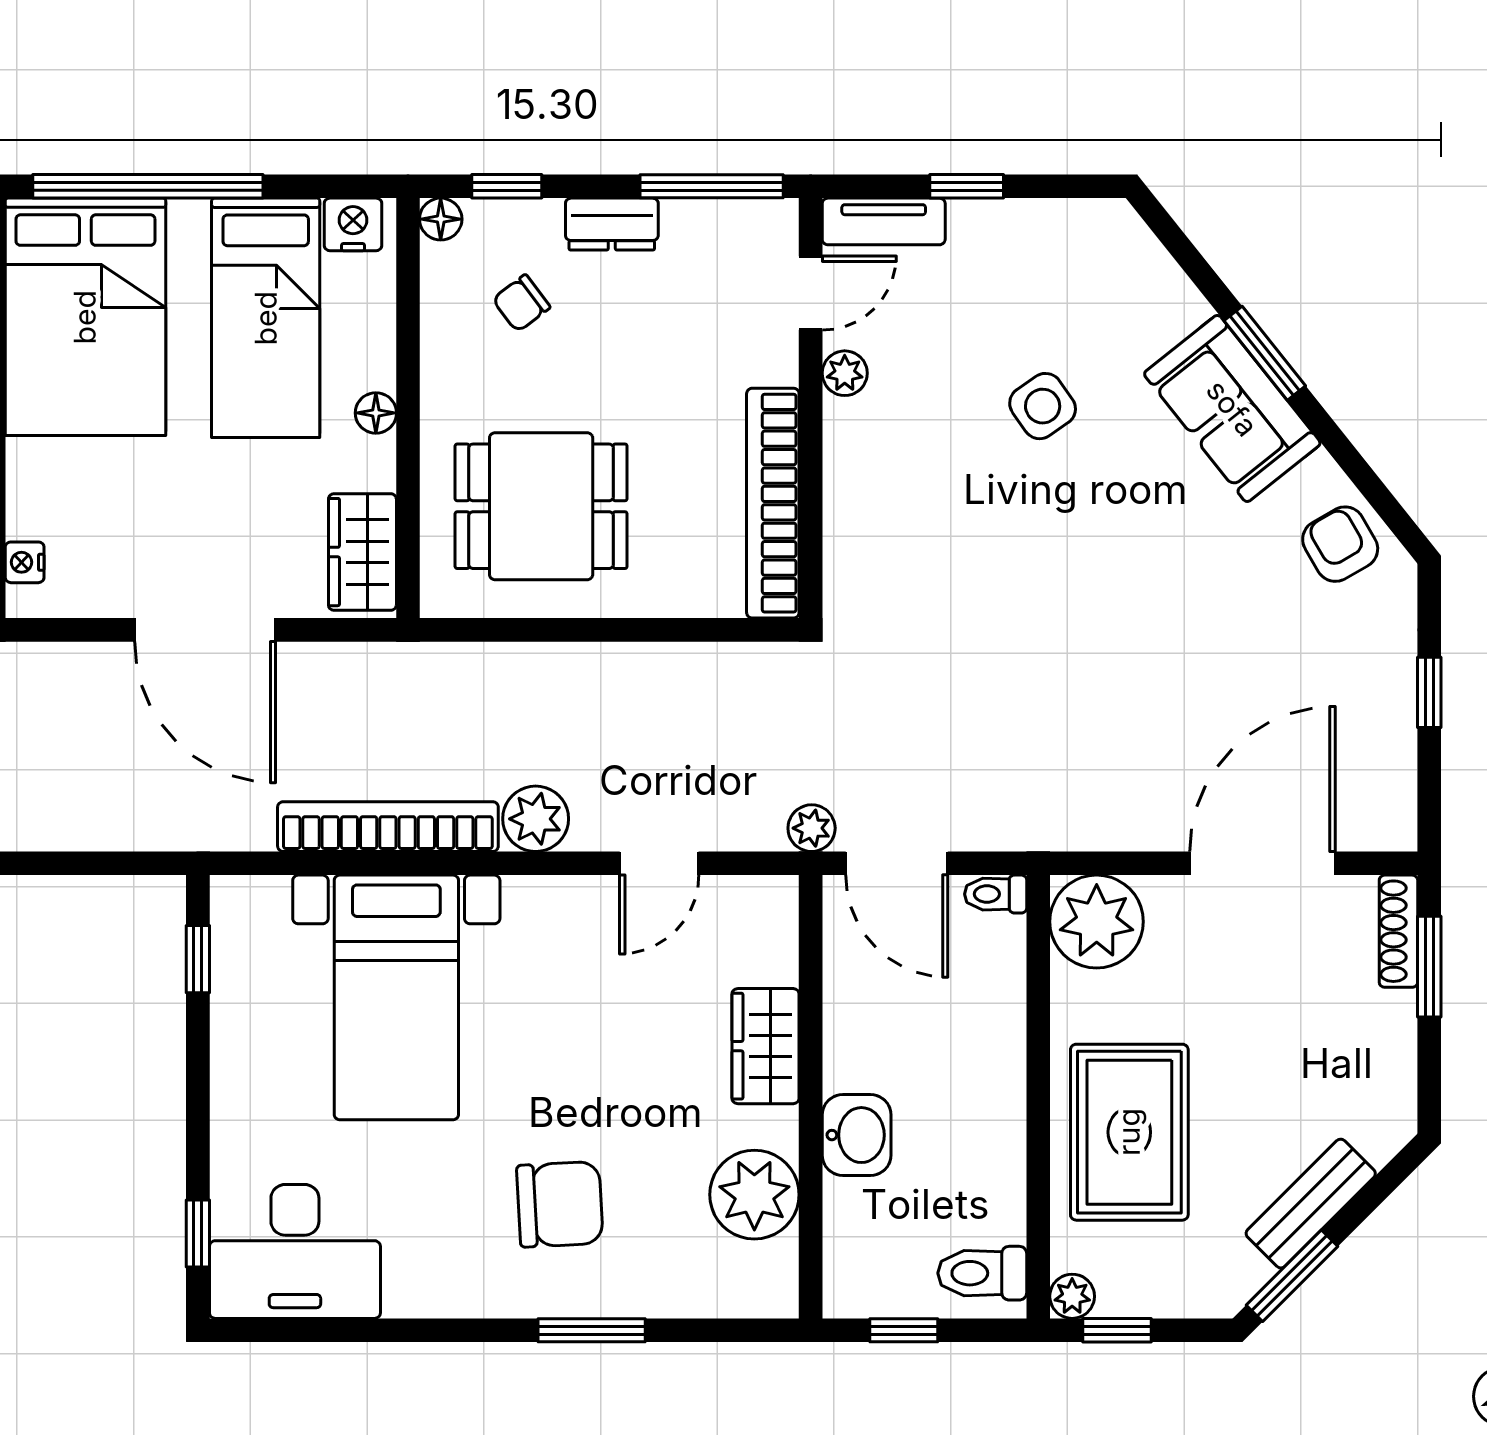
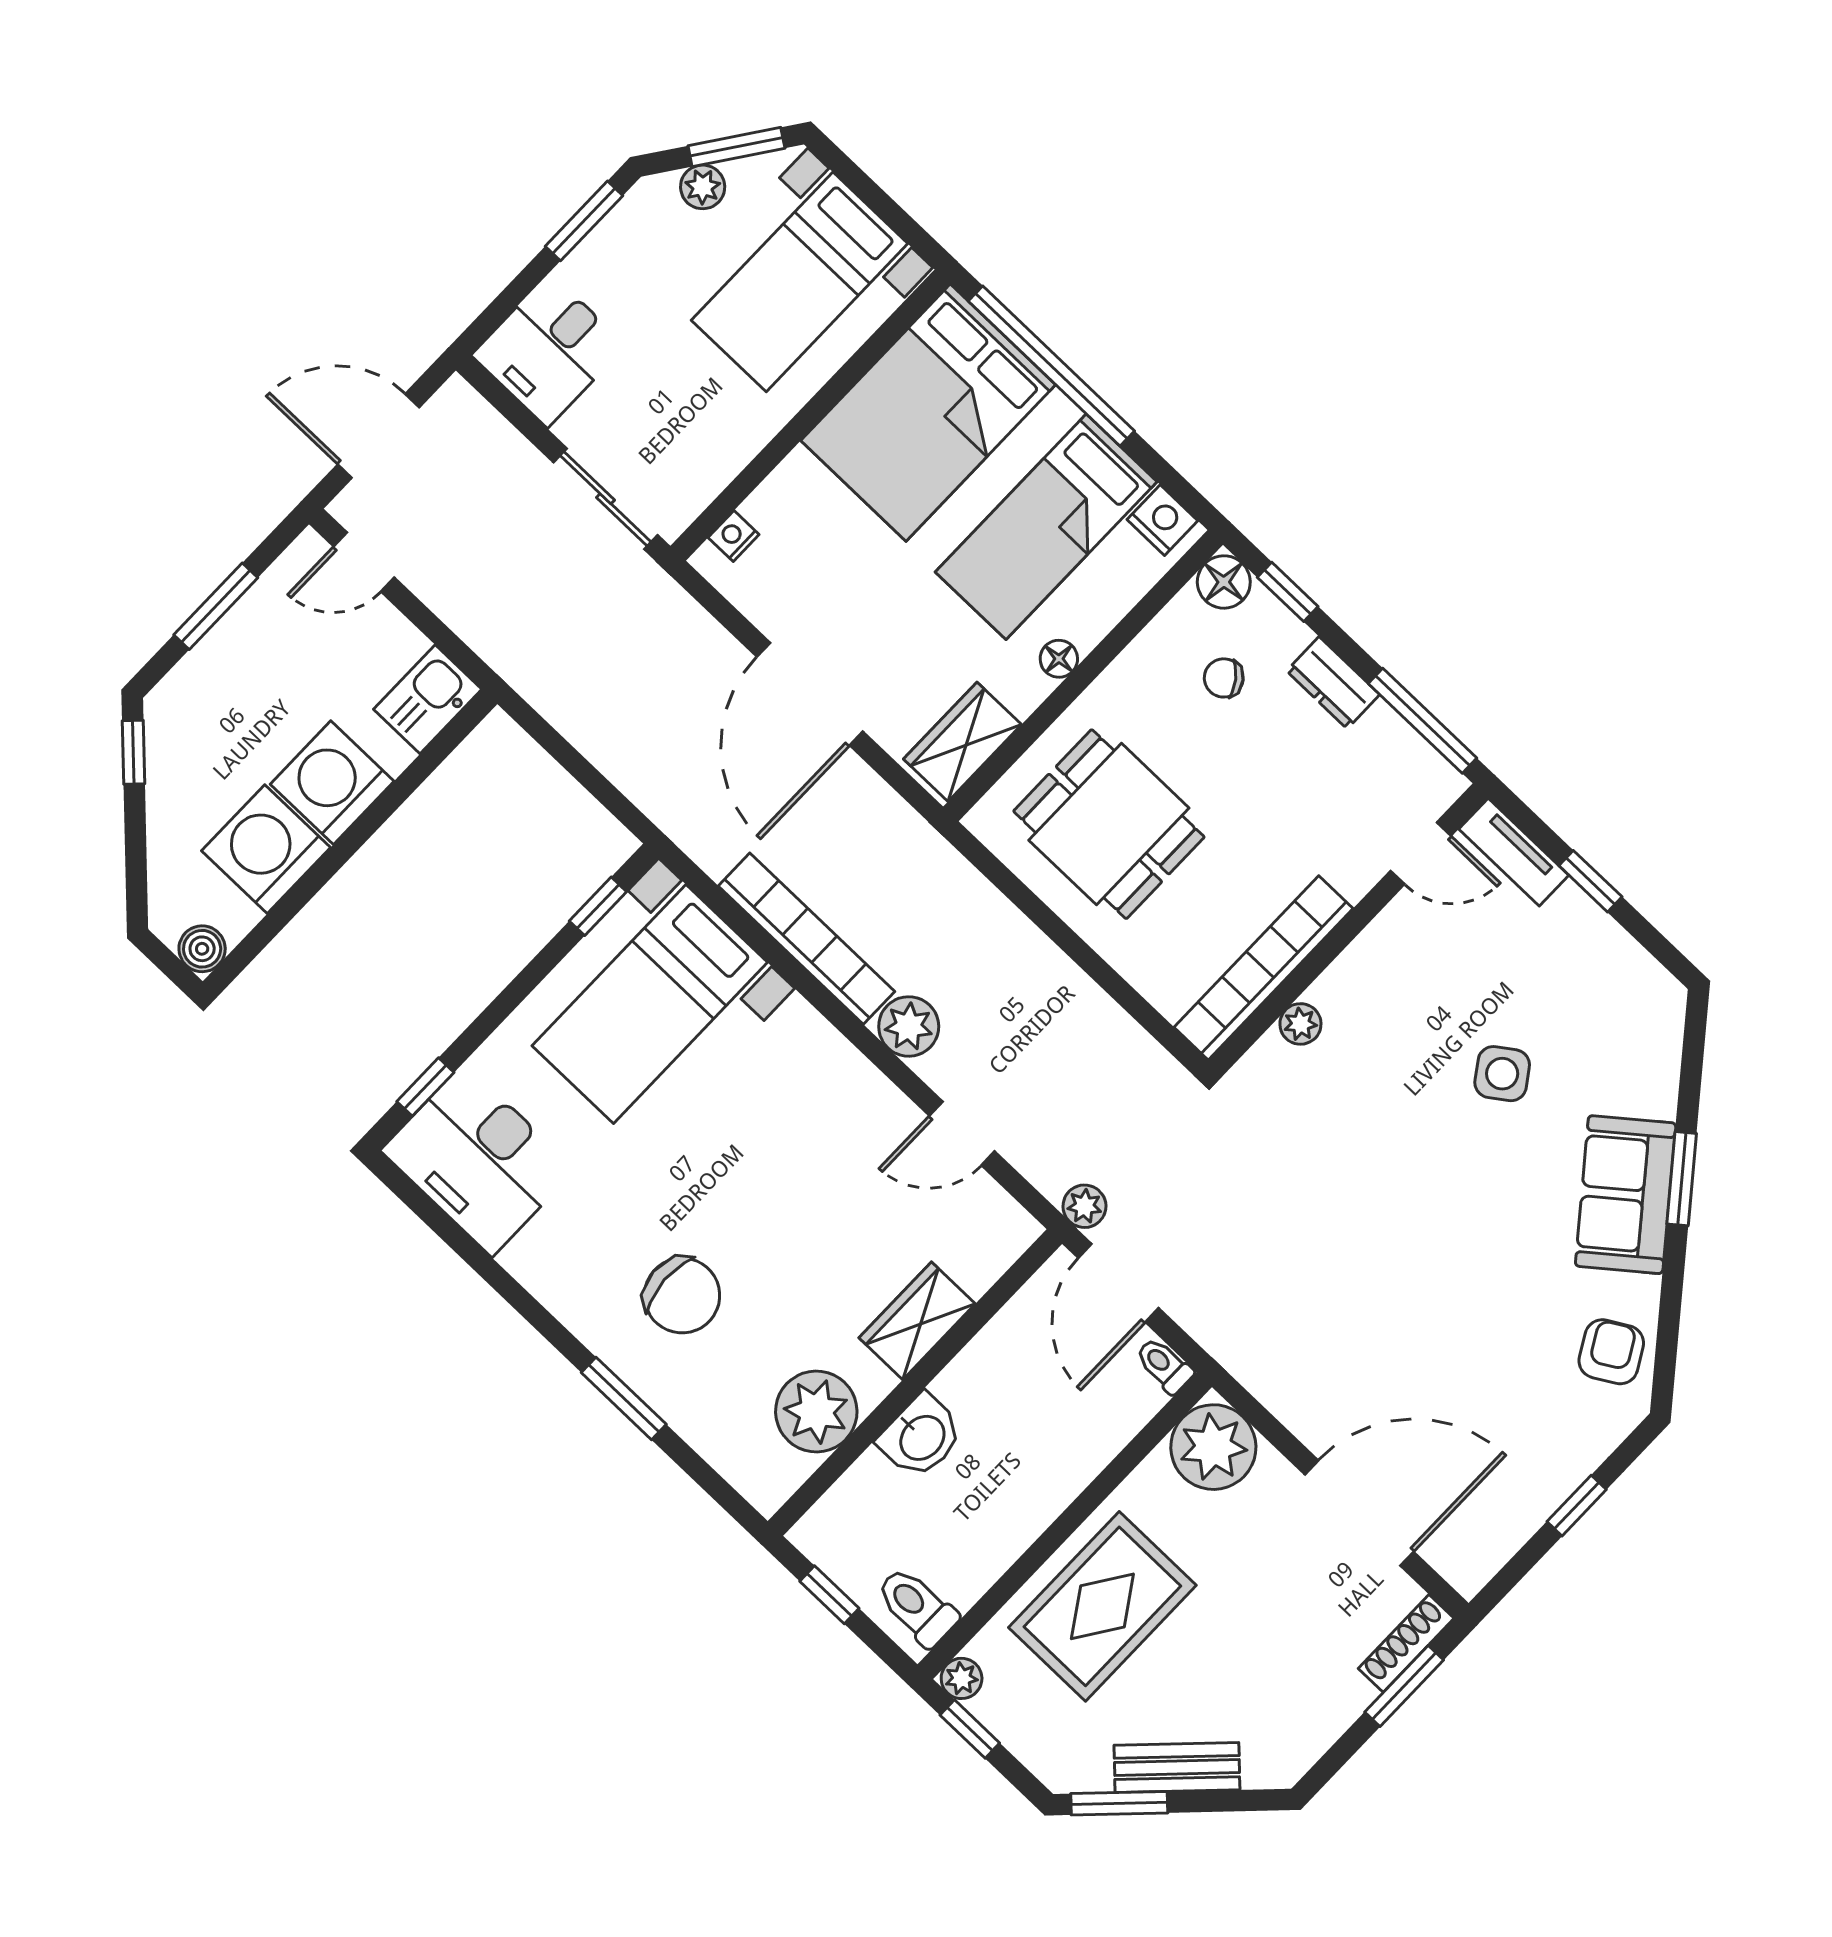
floor lamp: (441, 219) -> (1224, 582), width x1.37, depth x1.37
plant: (845, 373) -> (1300, 1024), moved
bed with nightstands: (396, 997) -> (650, 1004), moved

